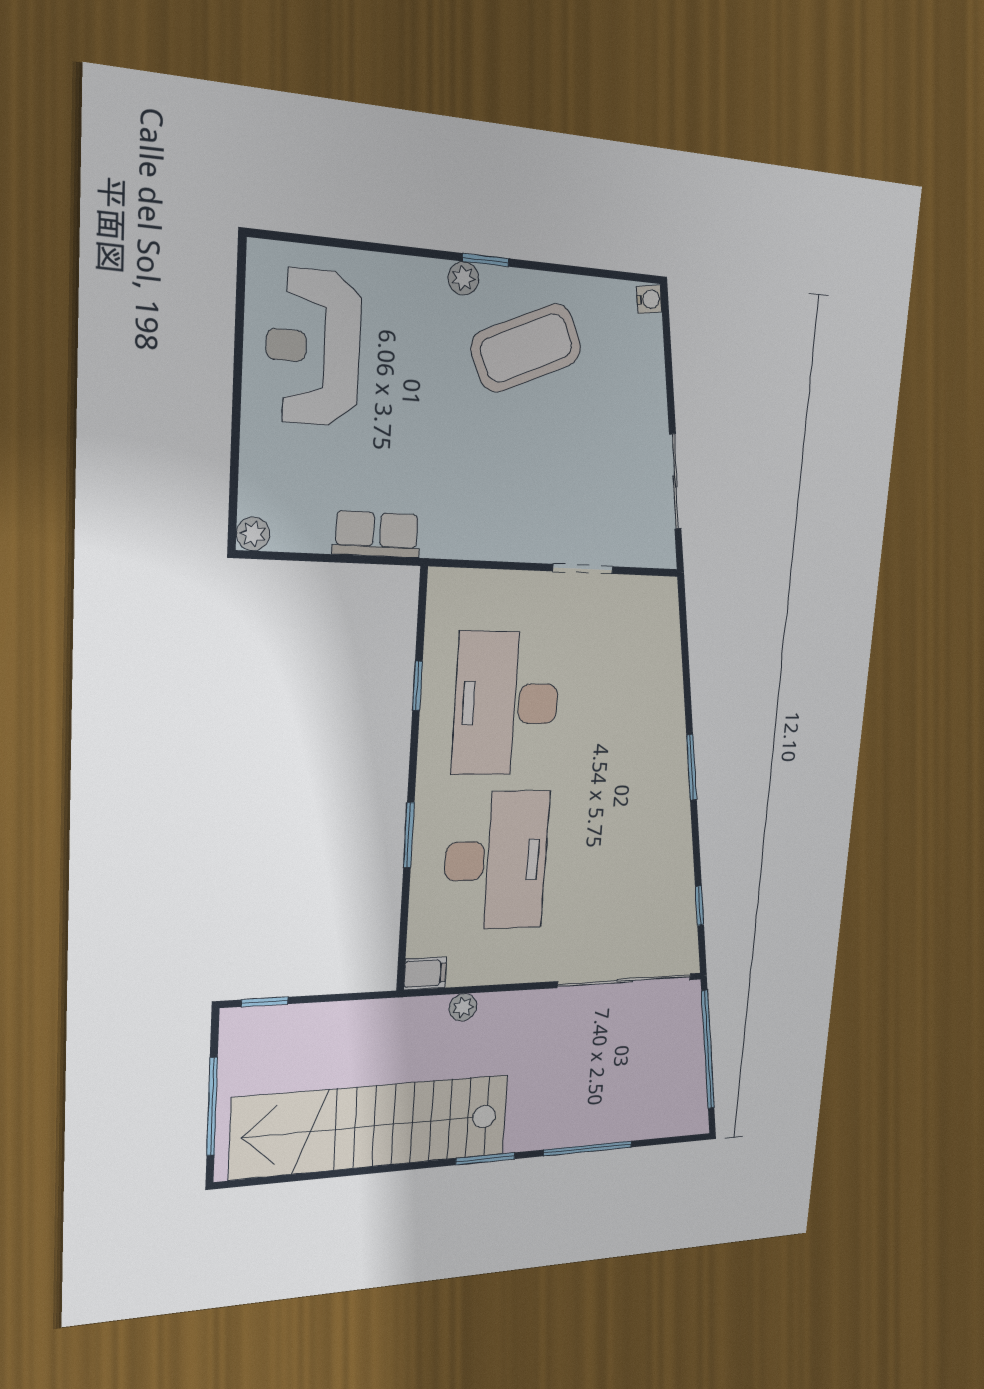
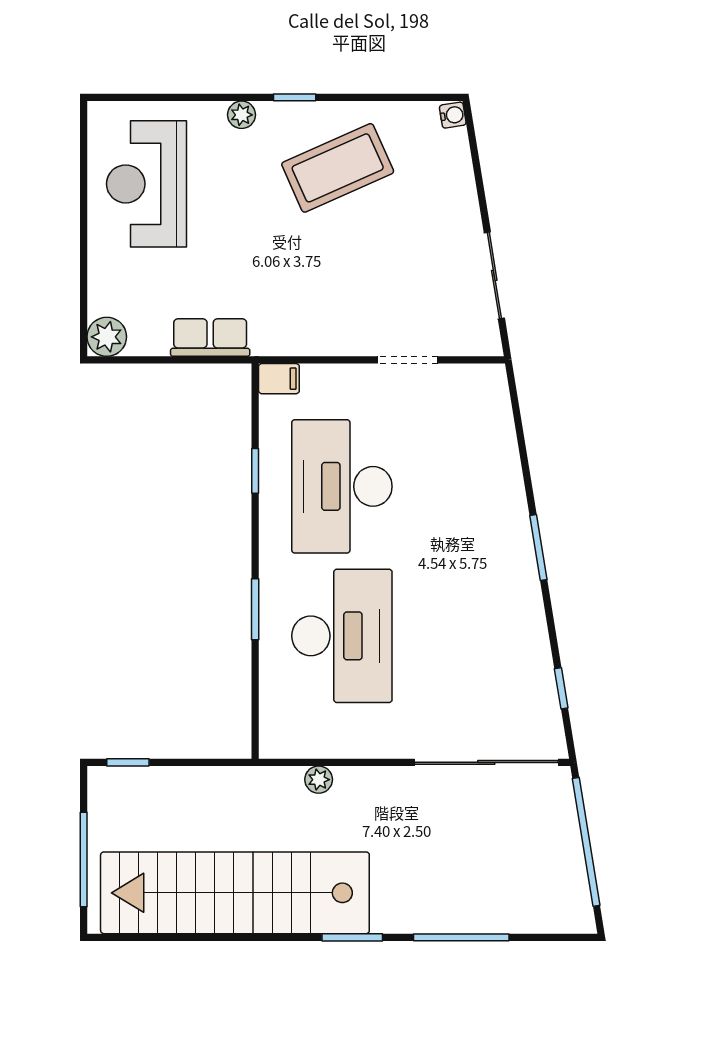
plant: (463, 278) -> (242, 115), moved
plant: (253, 534) -> (107, 337), width x1.38, depth x1.38
filing cabinet: (425, 973) -> (279, 379), moved

